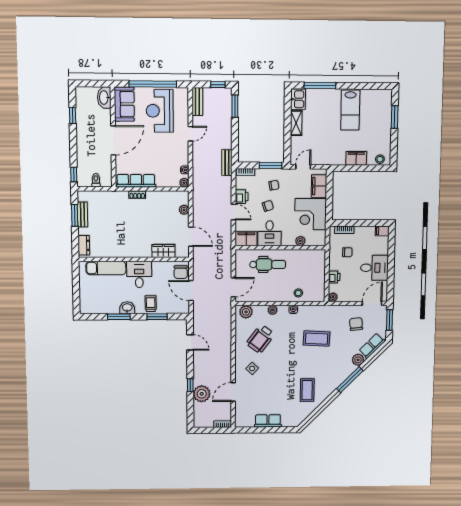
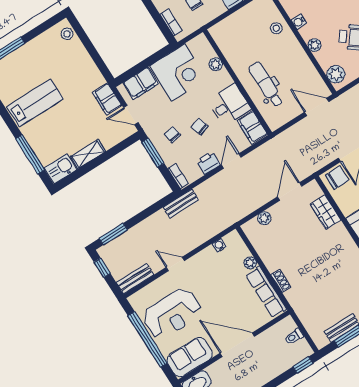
filing cabinet: (356, 158) -> (107, 99), moved
plant: (184, 183) -> (250, 263), moved

